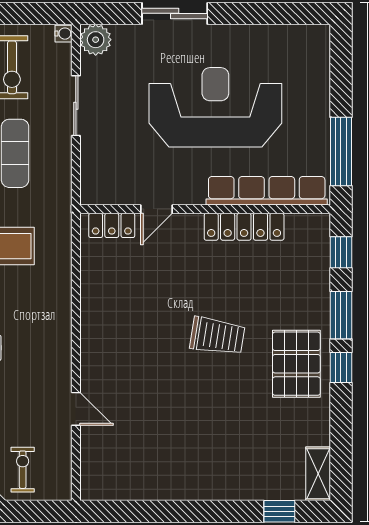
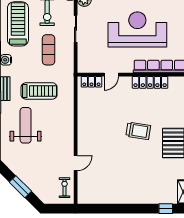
door: (76, 409) -> (76, 163), hinge flipped
exercise bike: (23, 470) -> (65, 188), moved

